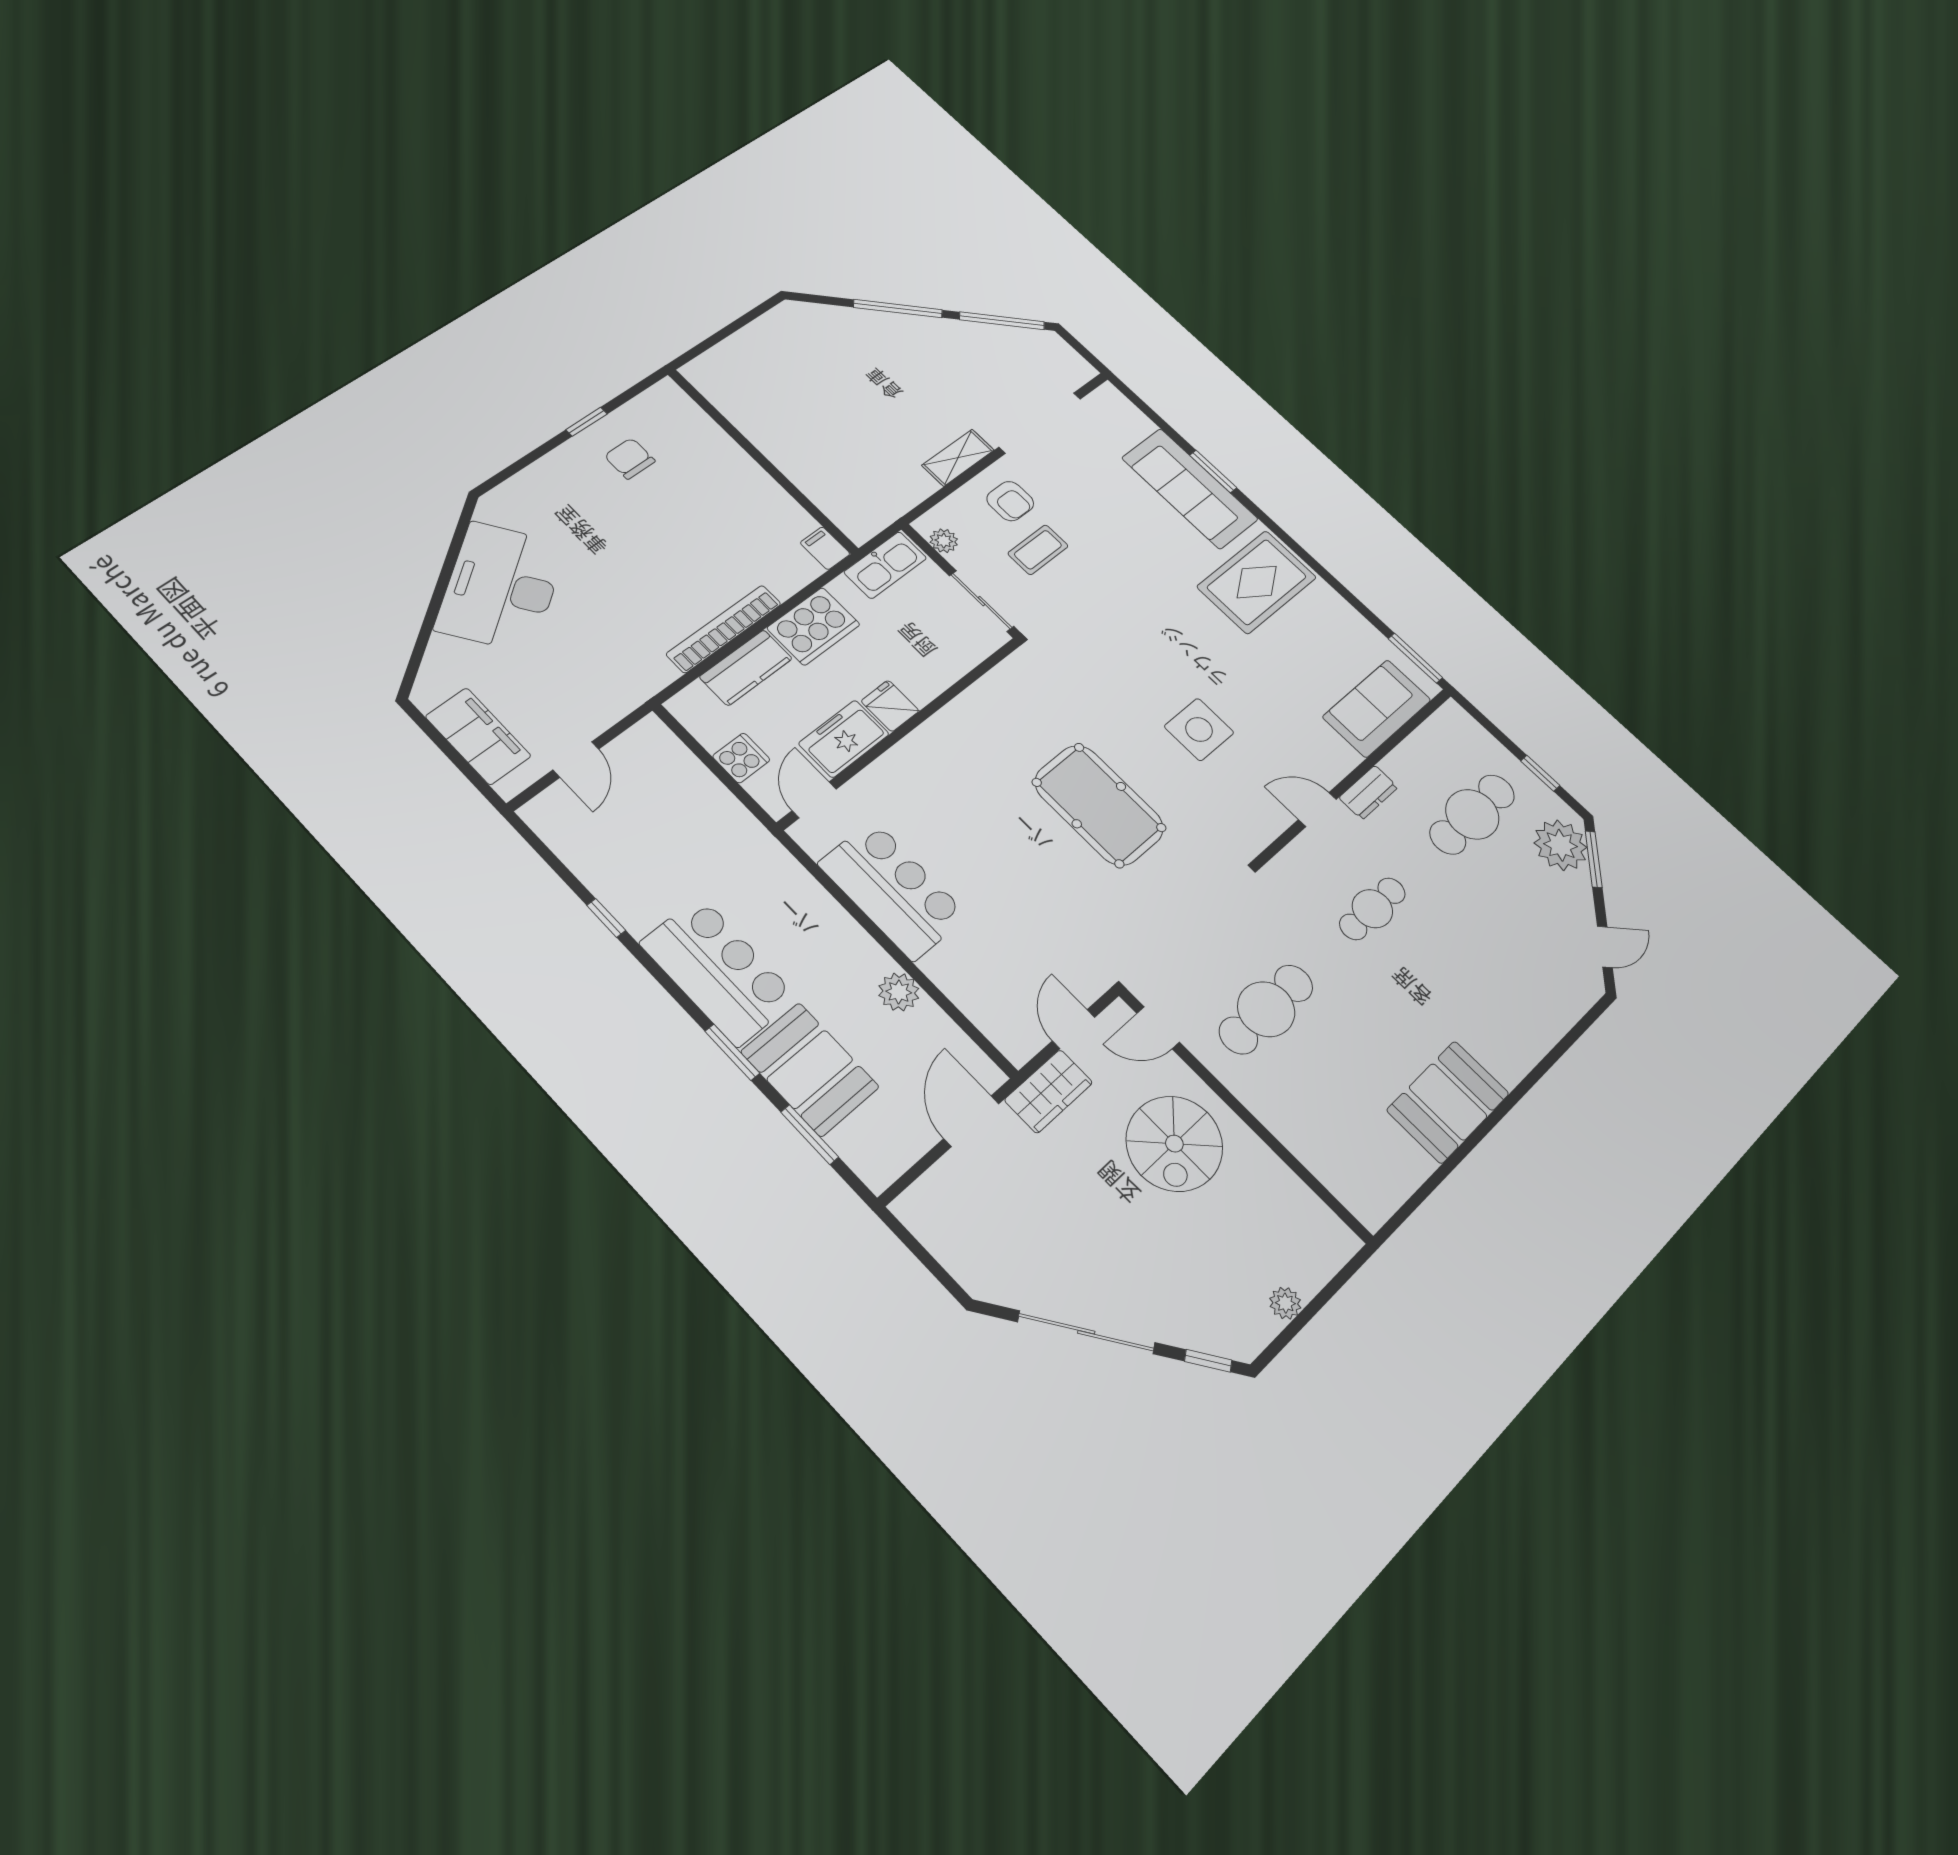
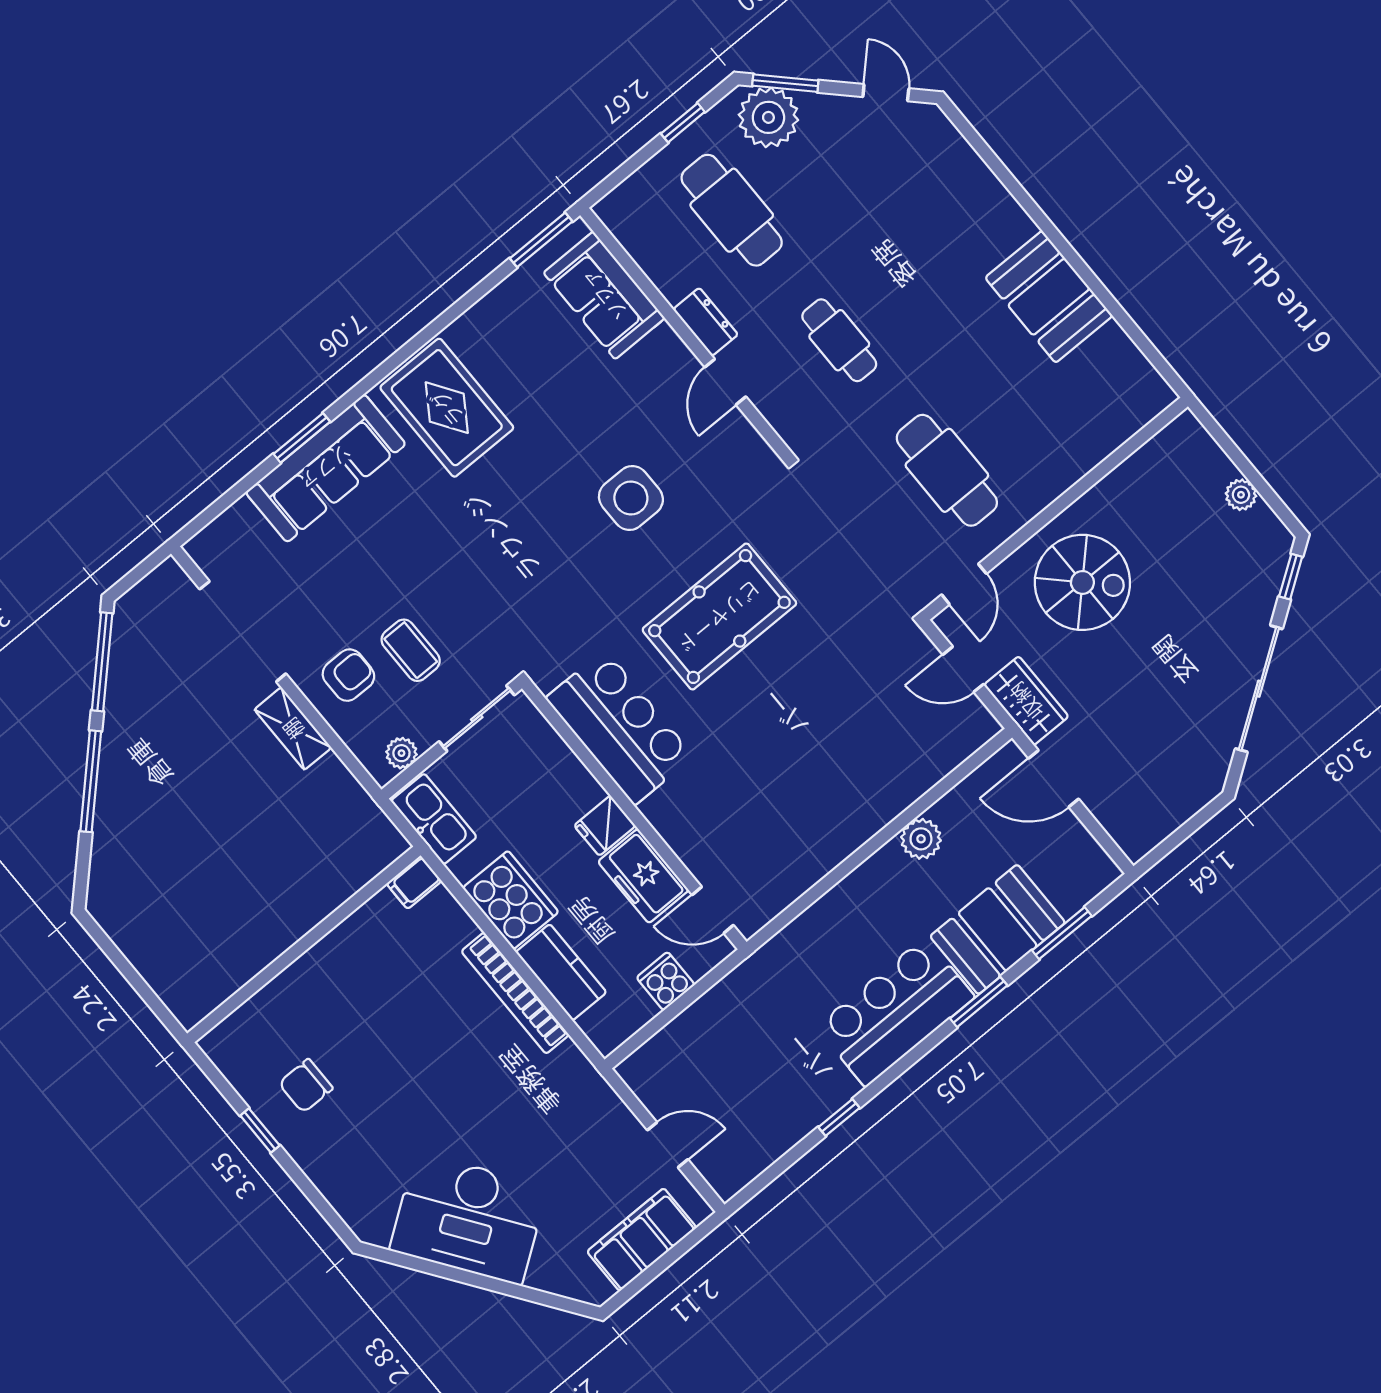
bar counter: (893, 890) -> (620, 727), moved, turned 90

